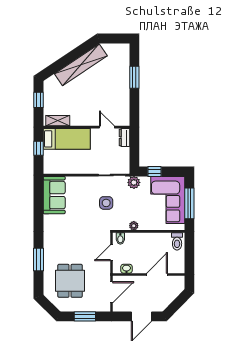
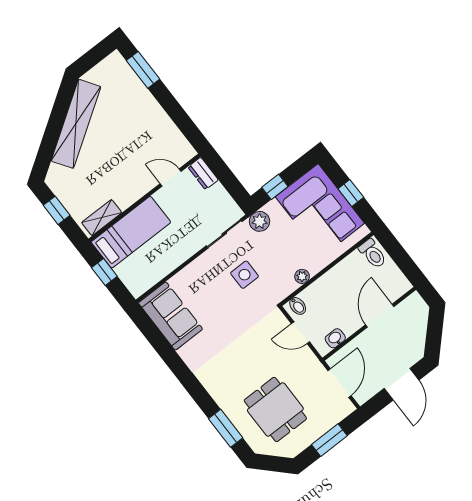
window: (134, 77) -> (143, 70), moved
window: (189, 203) -> (351, 193), width x0.46
door: (112, 253) -> (301, 333), hinge flipped
window: (38, 259) -> (226, 428), moved

